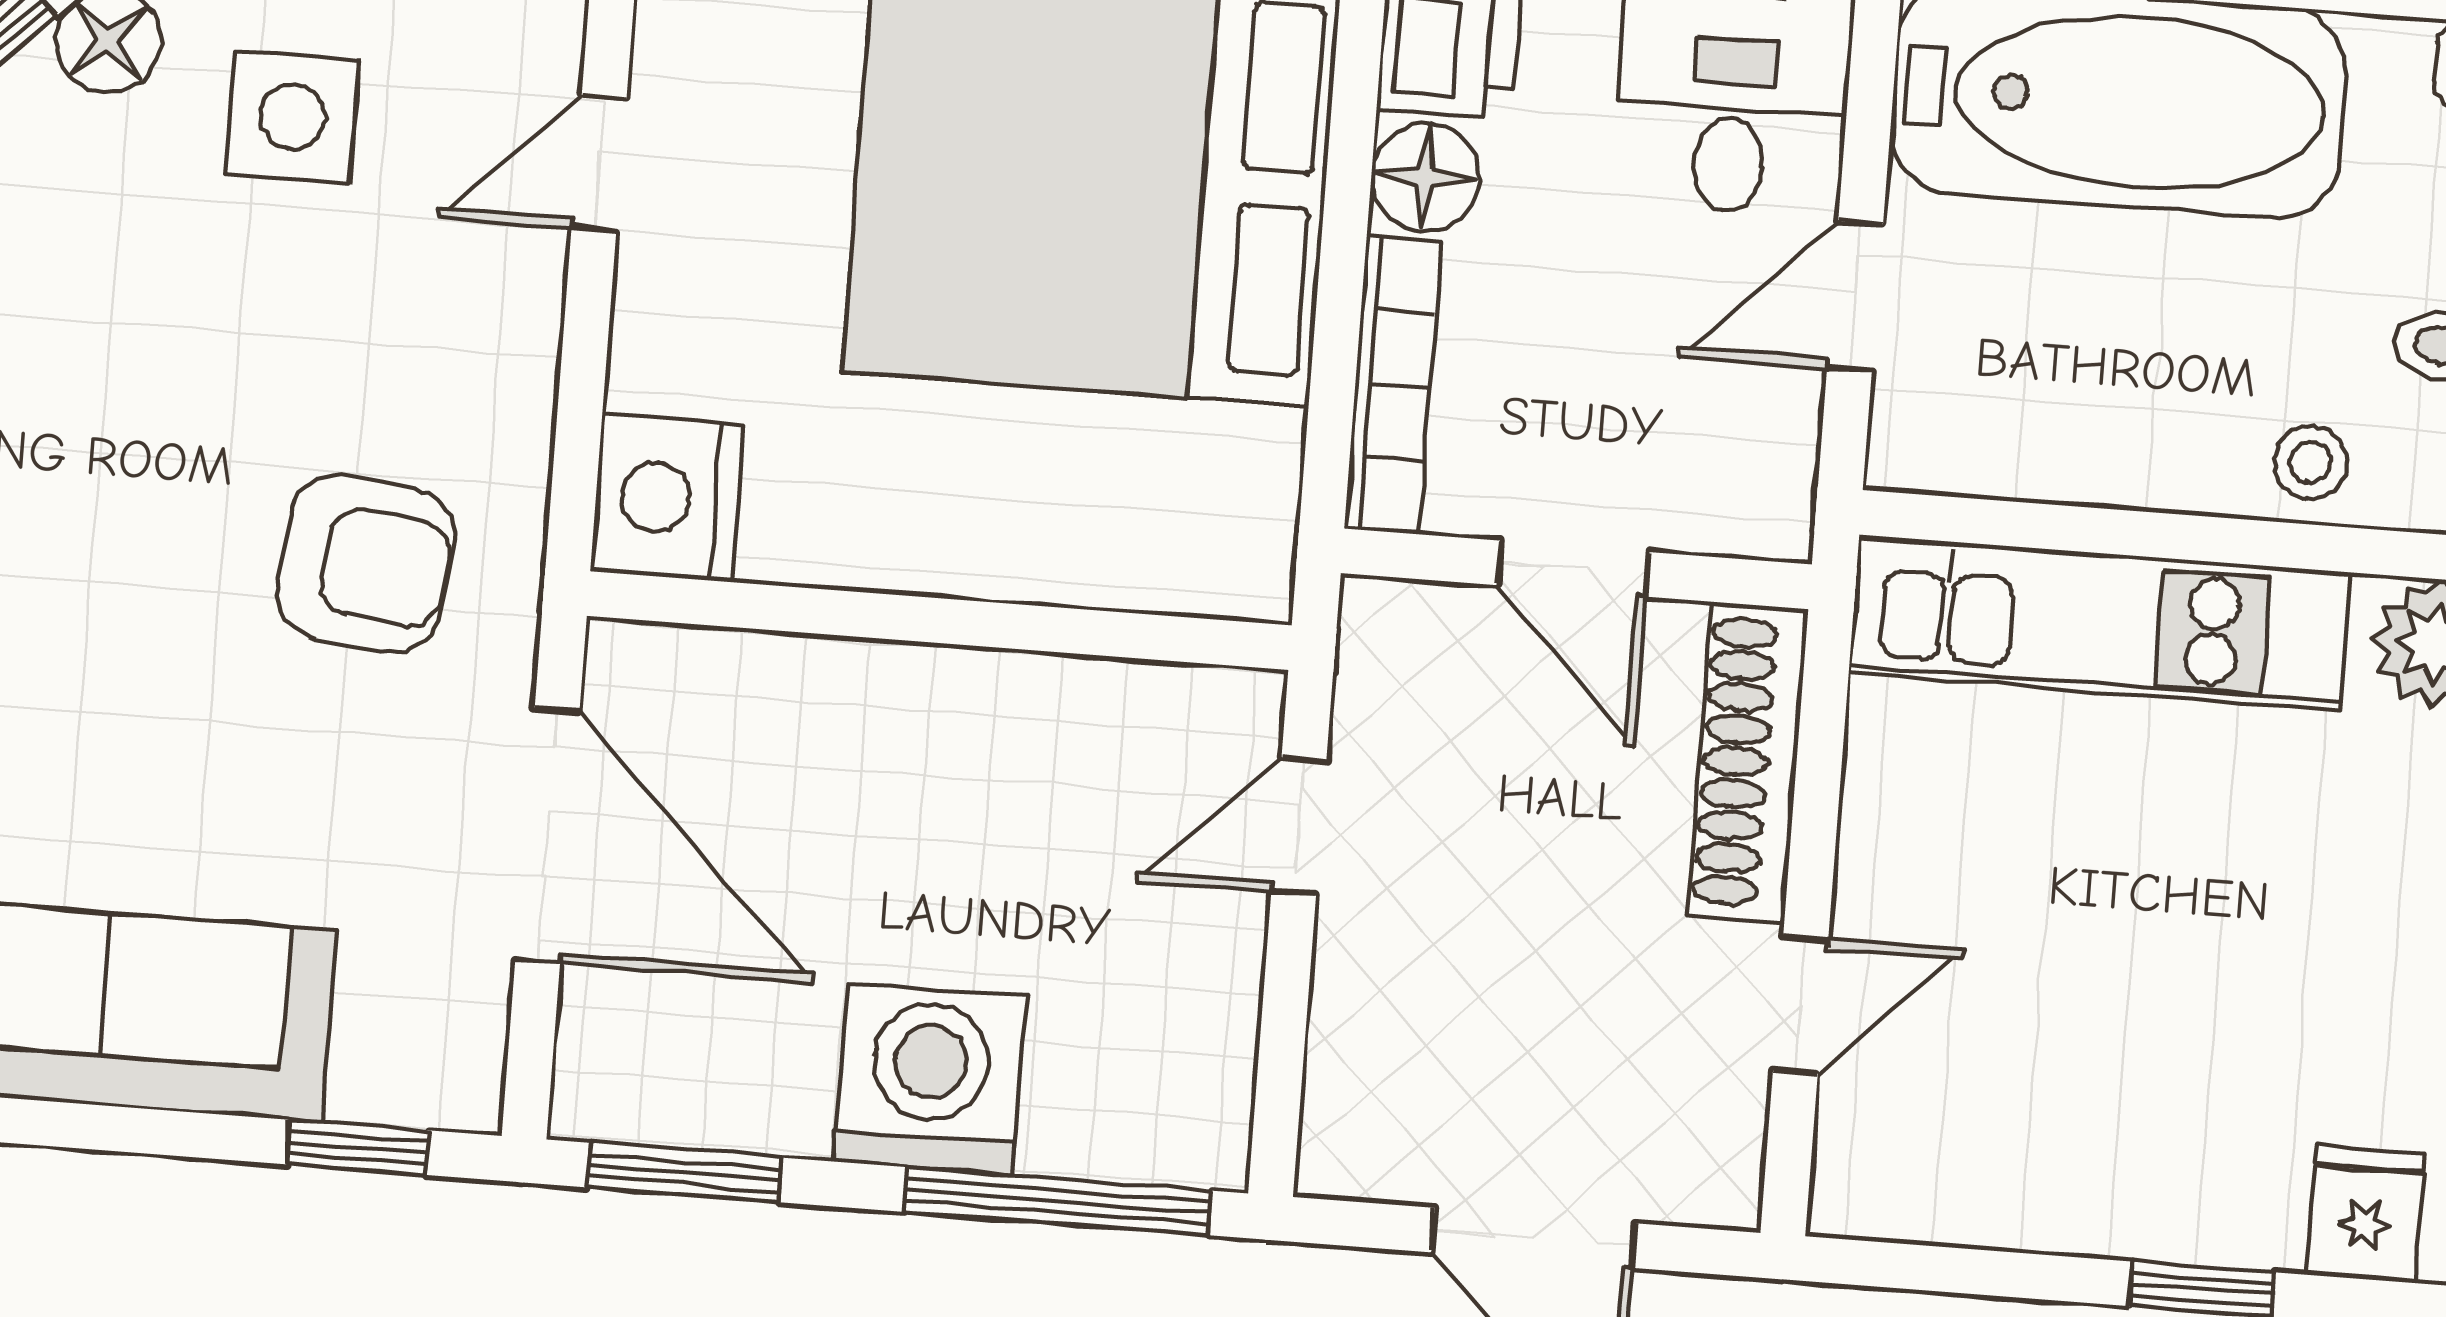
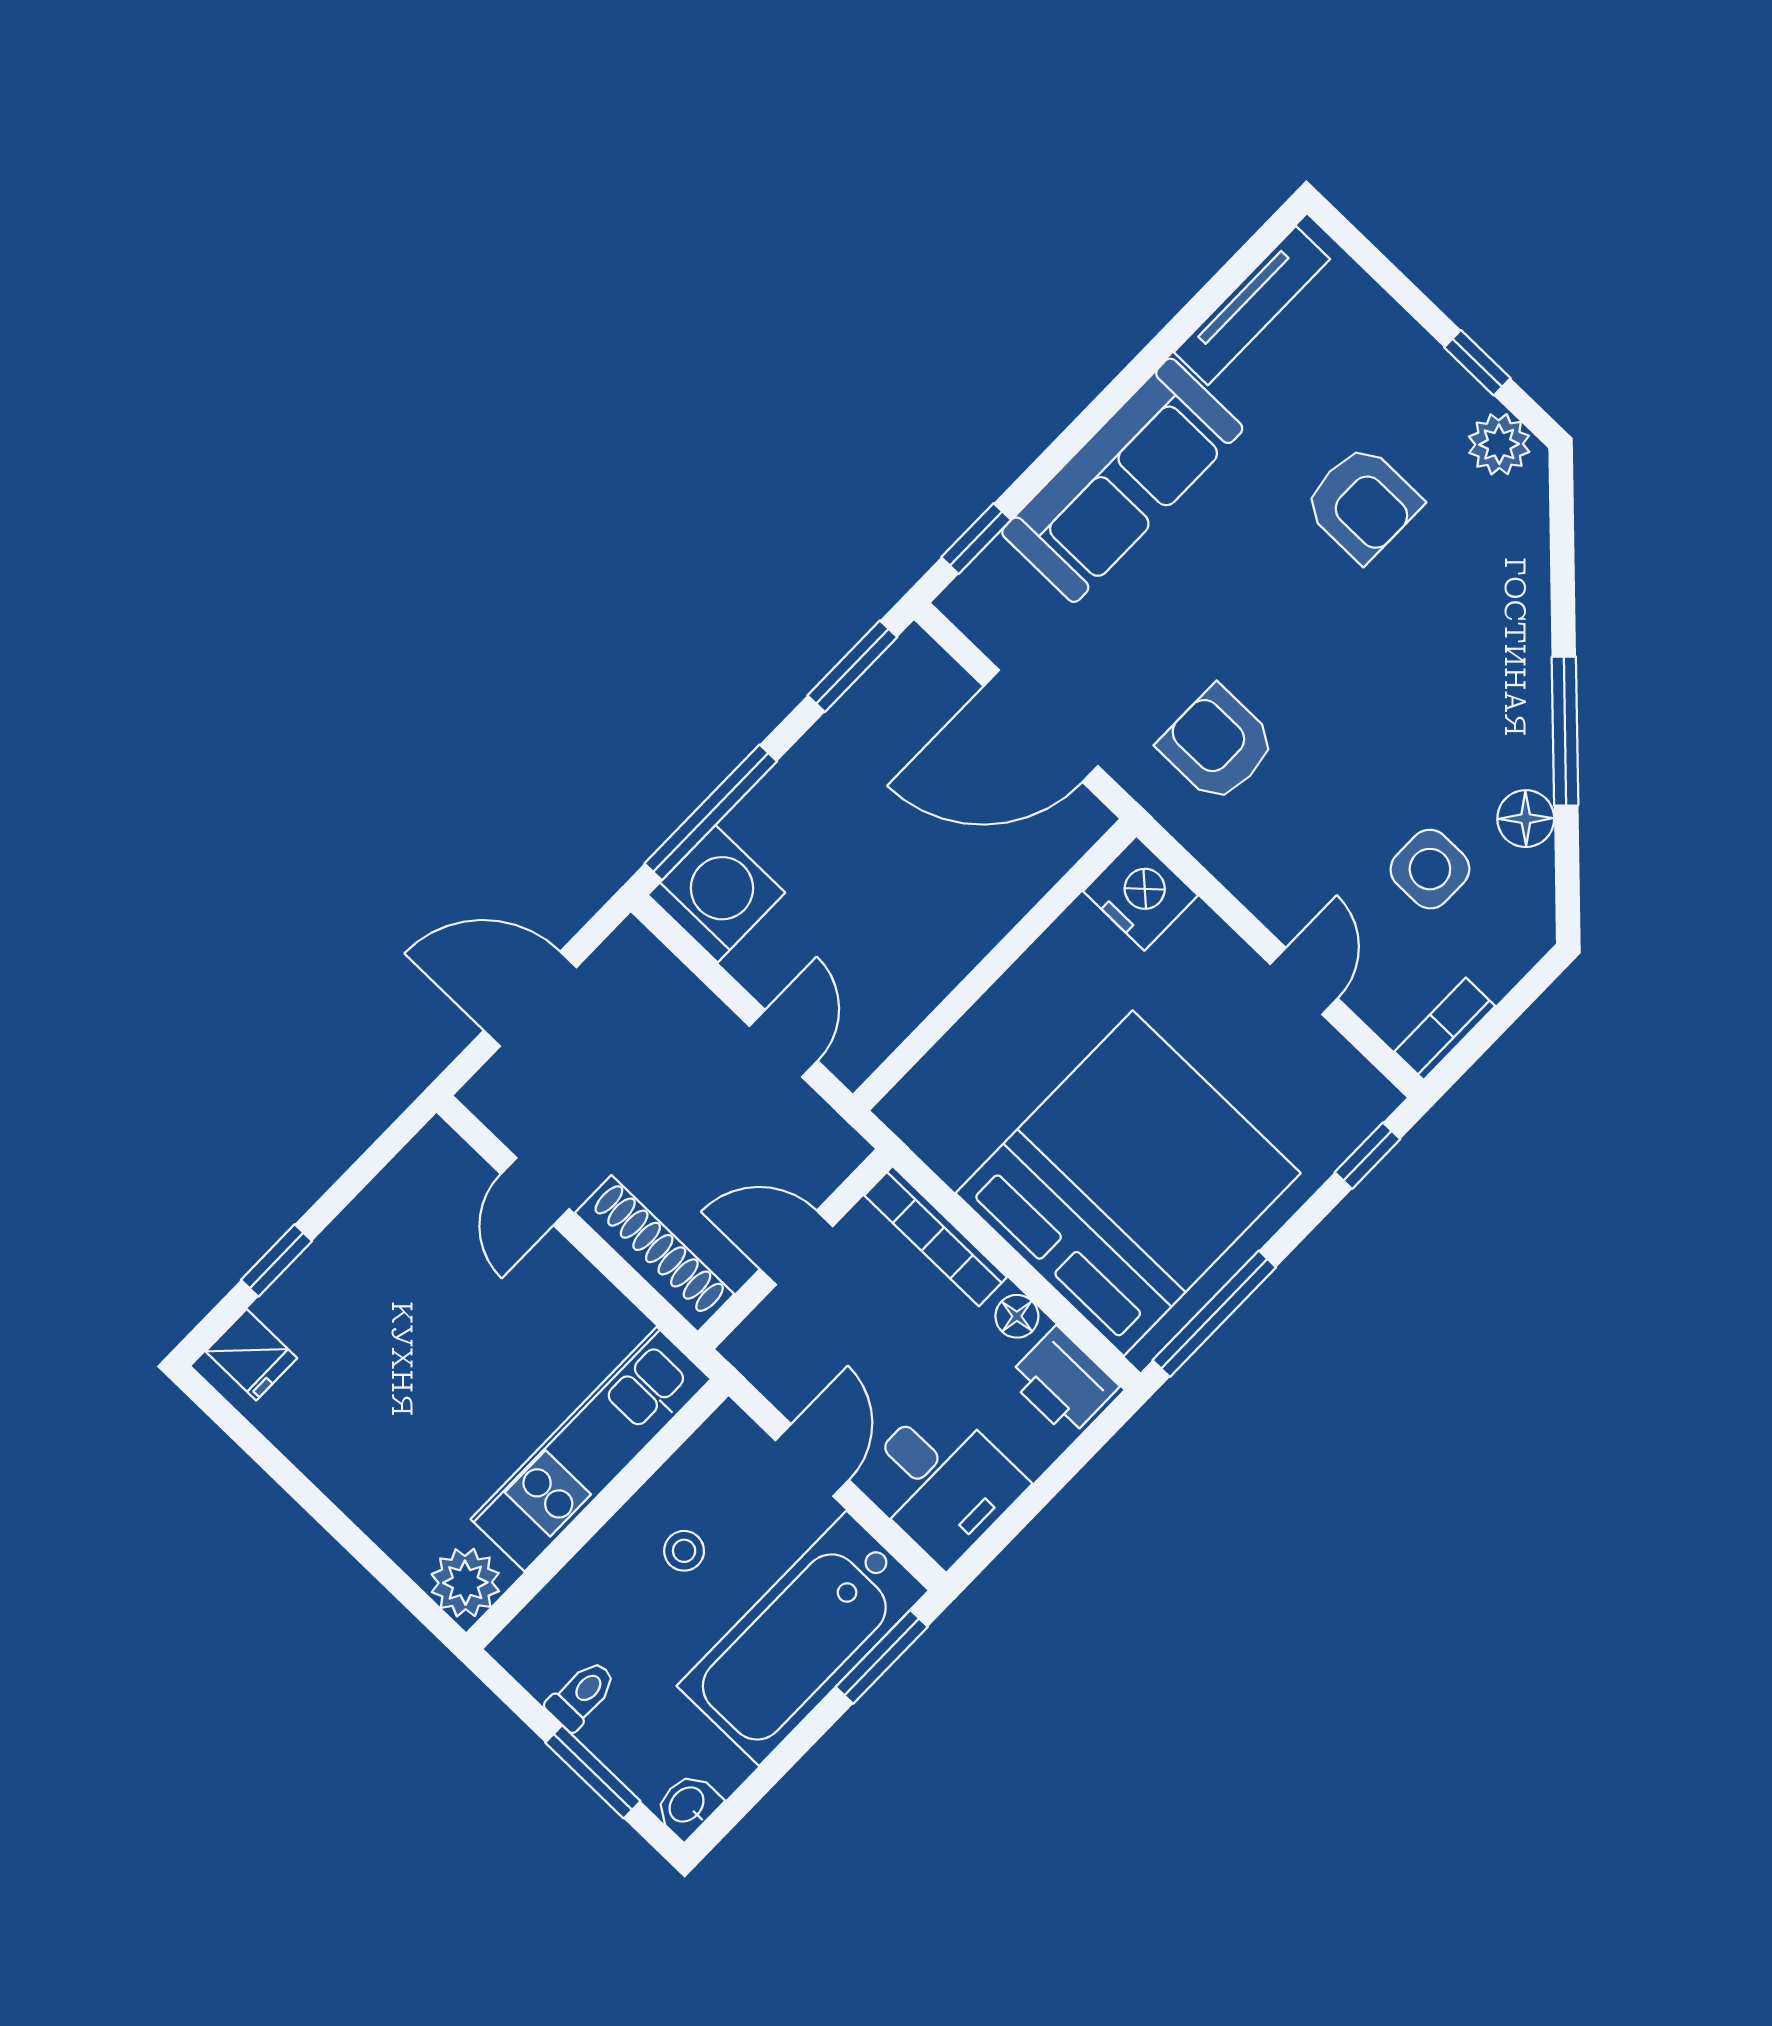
floor lamp: (1425, 177) -> (1017, 1316), width x0.73, depth x0.73
stool: (2311, 462) -> (684, 1551), moved
armchair: (366, 564) -> (1218, 744), turned 83
washing machine: (930, 1079) -> (717, 894), moved, turned -90

